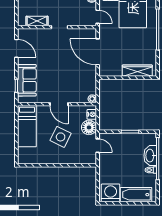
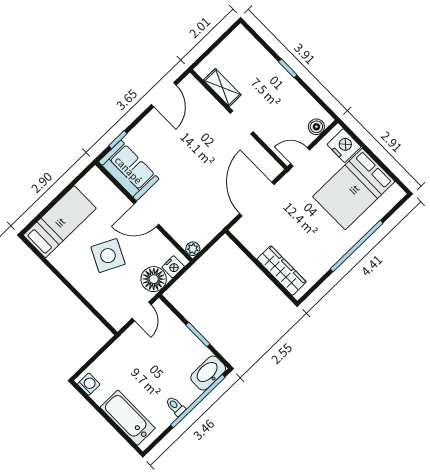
door: (98, 17) -> (300, 157), swing flipped
sofa: (27, 80) -> (129, 170), moved, turned -90
door: (59, 104) -> (146, 214), hinge flipped
bed: (27, 126) -> (60, 222), moved, turned 180
washbasin: (150, 156) -> (208, 373), moved
washing machine: (111, 193) -> (89, 384), width x0.53, depth x0.53

